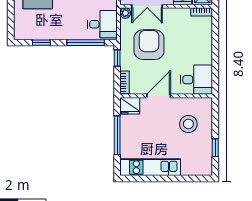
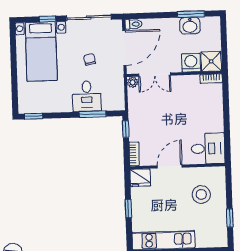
desk: (102, 24) -> (87, 96), moved, turned 90
window: (41, 43) -> (34, 116), moved
window: (86, 43) -> (93, 114), width x0.69
armchair: (149, 45) -> (158, 114), removed
window: (117, 135) -> (128, 209), width x0.46

